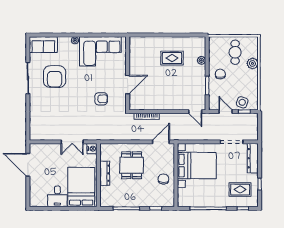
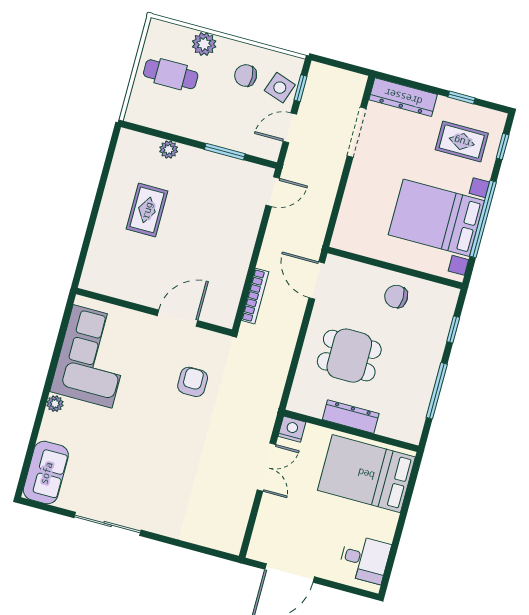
chair: (220, 74) -> (246, 76), moved
armchair: (55, 77) -> (120, 467), removed
door: (128, 85) -> (177, 318), hinge flipped
bed with nightstands: (197, 166) -> (436, 218), moved, turned -90
rug: (240, 190) -> (462, 142), turned 90
desk: (57, 196) -> (364, 559), moved

